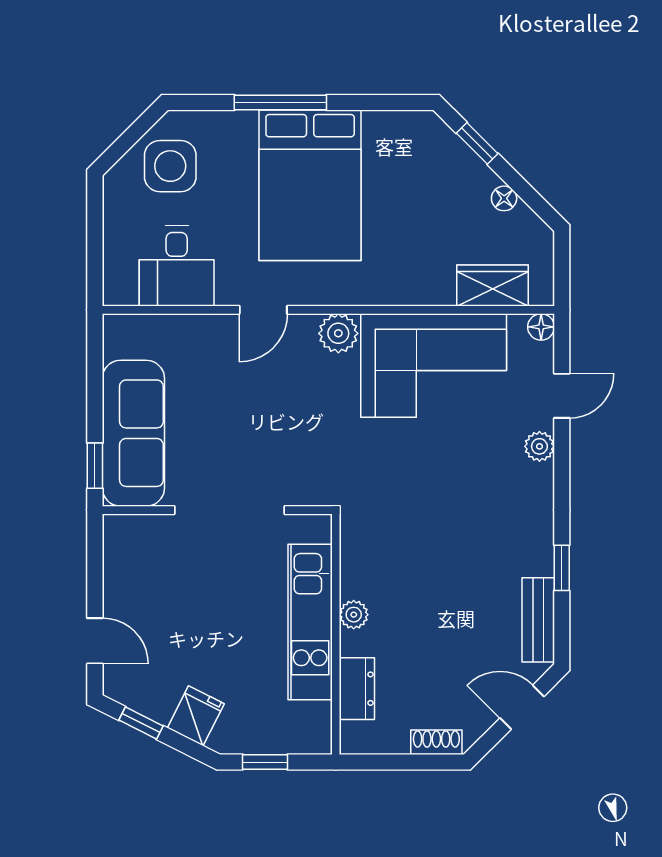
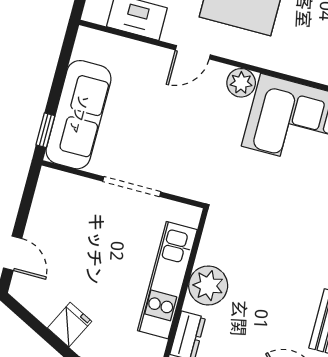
doorway: (230, 510) -> (132, 187), width x0.73
plant: (354, 615) -> (208, 286), width x1.88, depth x1.88
window: (141, 723) -> (30, 320), removed

